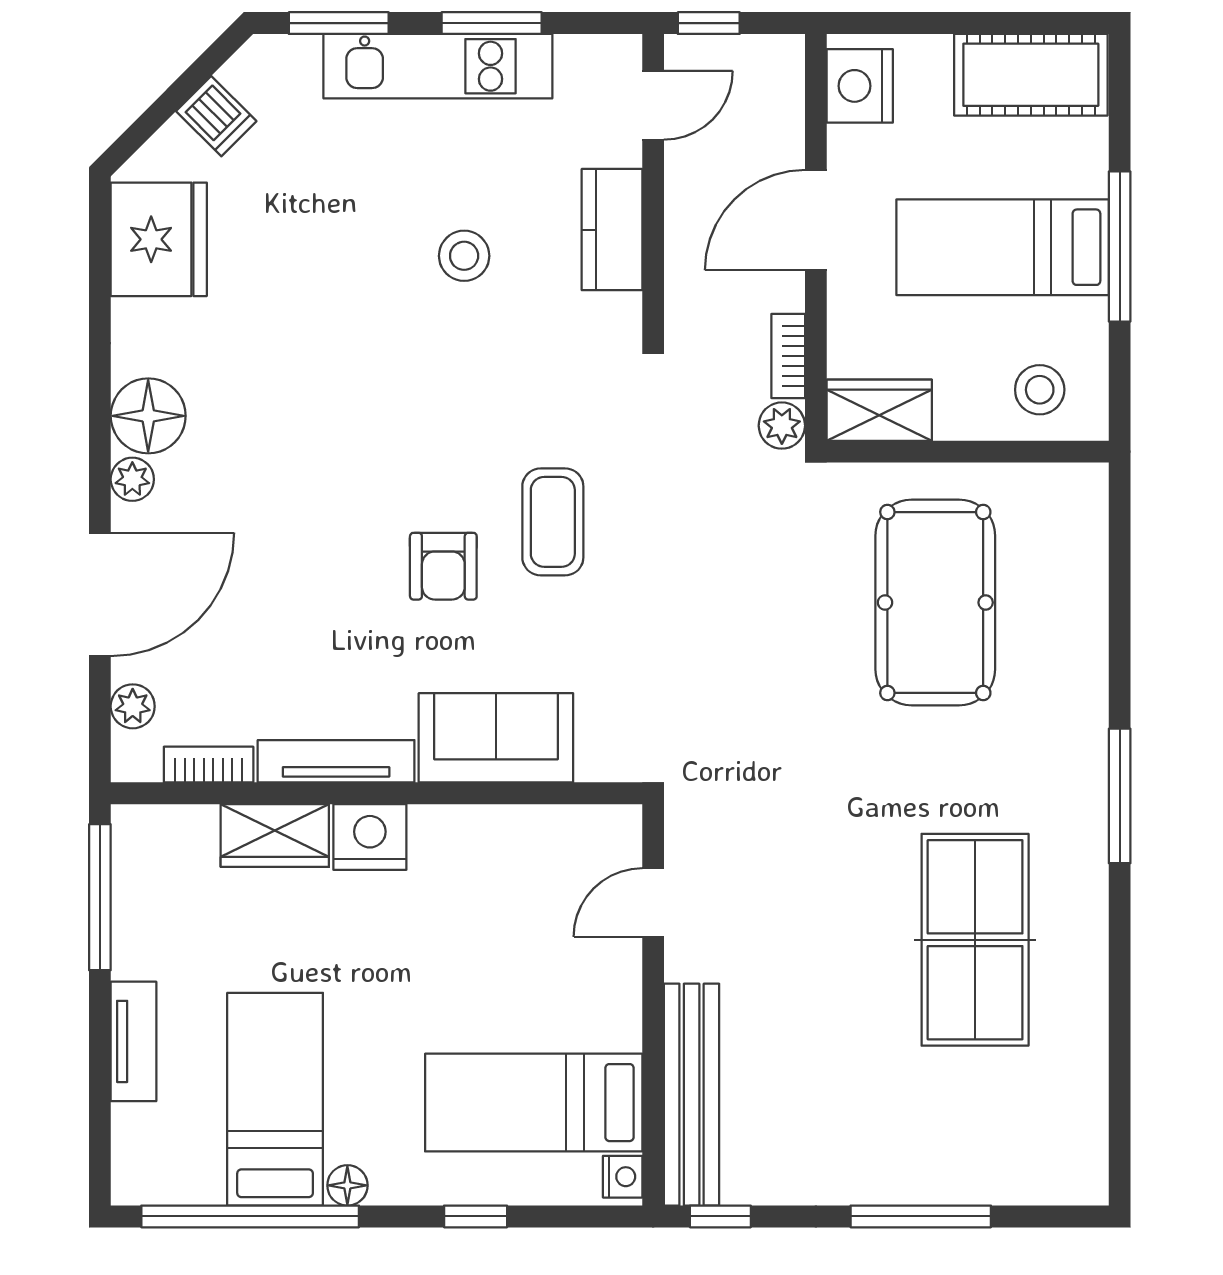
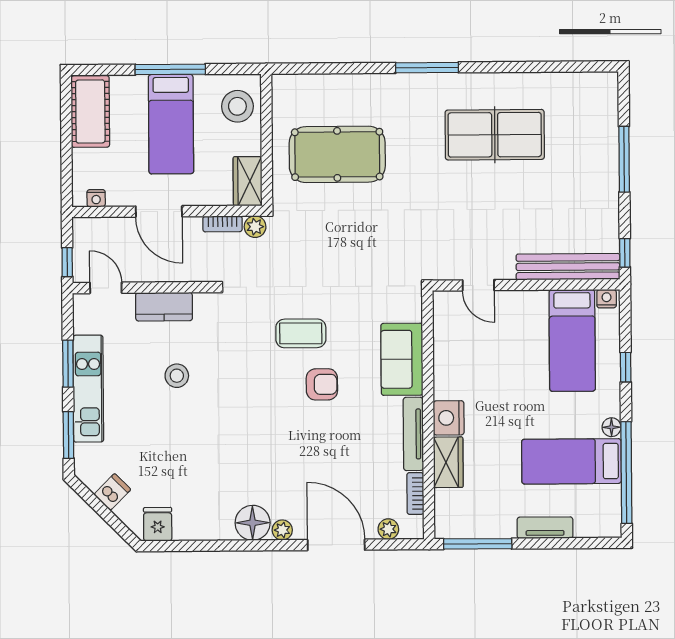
nightstand: (860, 86) -> (96, 198), width x0.53, depth x0.56
fridge: (159, 239) -> (158, 524), width x0.53, depth x0.75
stool: (1040, 390) -> (237, 106), width x1.38, depth x1.38

